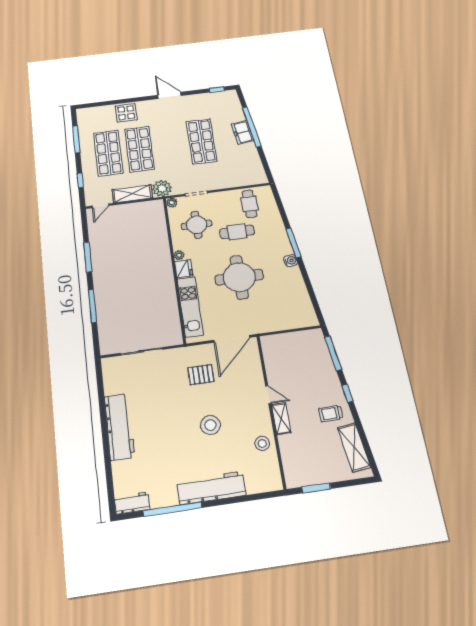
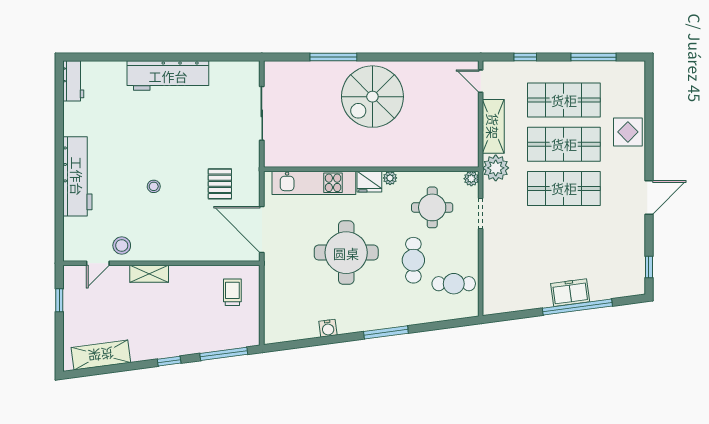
shop shelf: (202, 141) -> (564, 188), moved
window: (88, 257) -> (405, 57), removed
water cooler: (291, 261) -> (328, 328), moved
spiral stairs: (120, 275) -> (372, 97), added
door: (268, 395) -> (98, 263), moved
trolley: (331, 414) -> (232, 292), moved
stool: (210, 425) -> (154, 186), width x0.53, depth x0.53
window: (316, 488) -> (59, 300), width x0.67
window: (172, 509) -> (59, 127), removed

